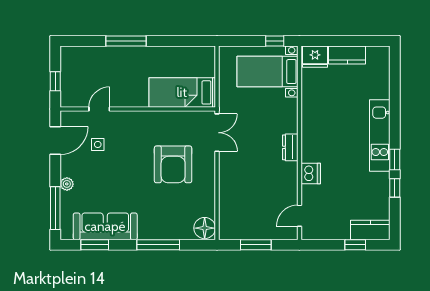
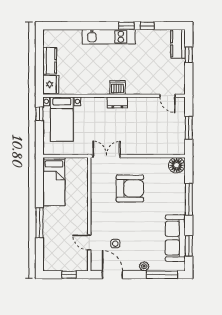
bed: (182, 92) -> (54, 182), moved
dishwasher: (311, 174) -> (118, 87), moved

